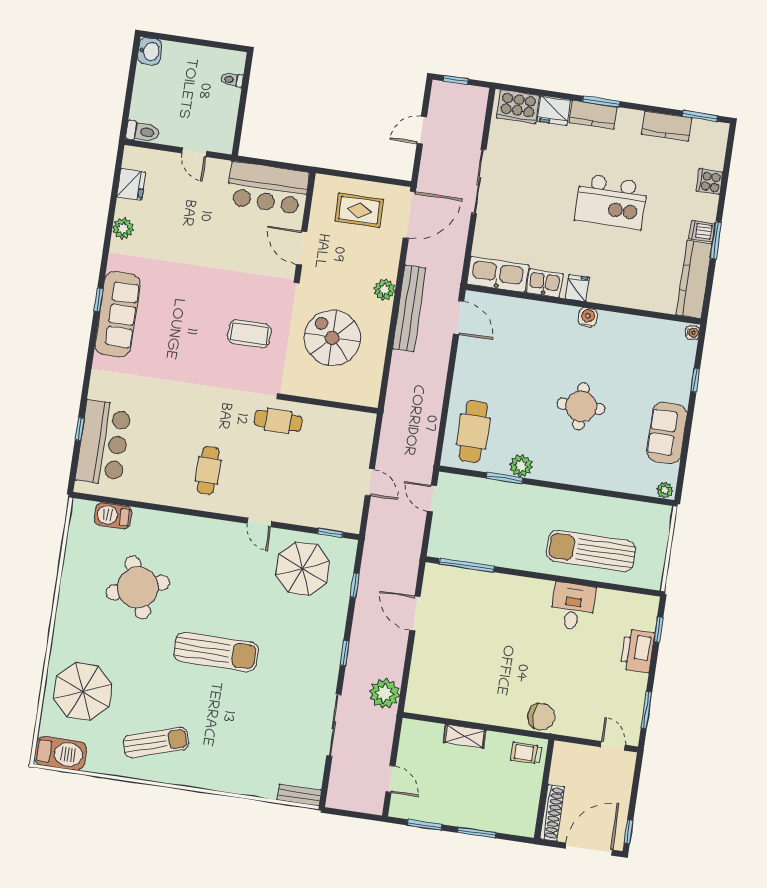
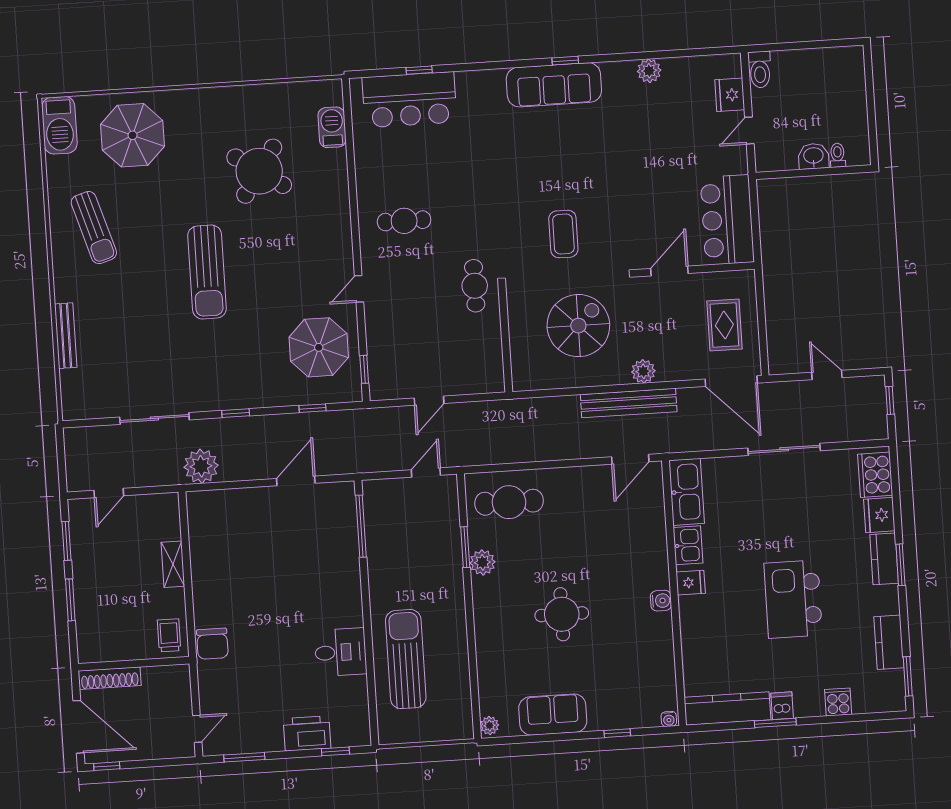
washbasin: (150, 51) -> (813, 156), moved, turned 180
fridge: (131, 184) -> (730, 95), moved, turned 90
round table: (138, 587) -> (259, 171), turned -36
bench: (299, 795) -> (66, 336), moved, width x1.36

